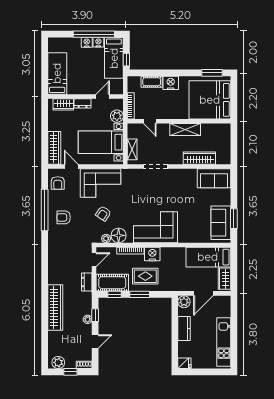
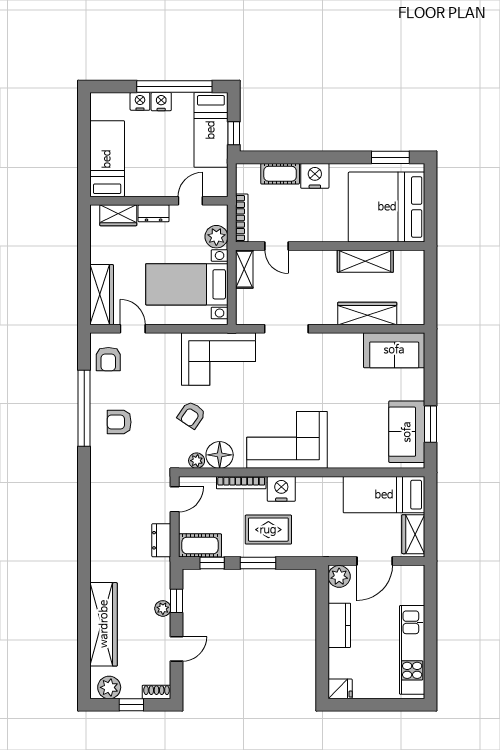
nightstand: (98, 42) -> (140, 101), moved
shelving: (185, 129) -> (365, 261), moved
shelving: (132, 149) -> (244, 269), moved
corner sofa: (100, 183) -> (219, 359), moved
cot: (112, 283) -> (200, 545), width x0.73, depth x0.75
wardrobe: (55, 307) -> (104, 624), moved

